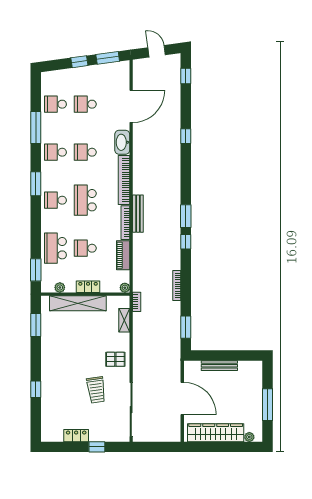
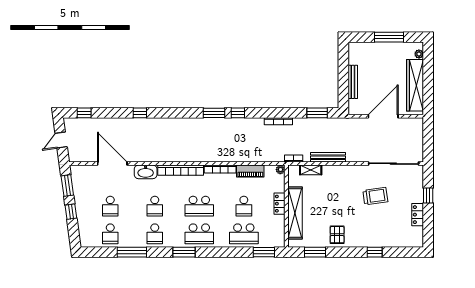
school desk: (55, 200) -> (199, 234), width x1.85
bench: (138, 214) -> (328, 157), moved
plant: (60, 287) -> (280, 230), removed
pallet: (115, 359) -> (337, 235), moved

